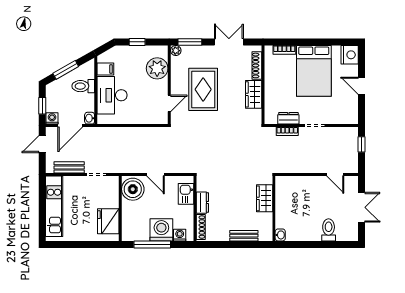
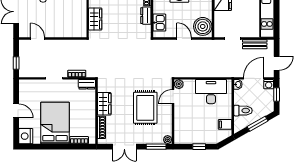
plant: (157, 68) -> (179, 84), moved, width x0.53, depth x0.53
desk: (112, 95) -> (211, 92), moved, turned -90
dresser: (288, 118) -> (87, 84), moved

